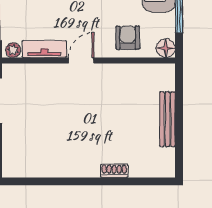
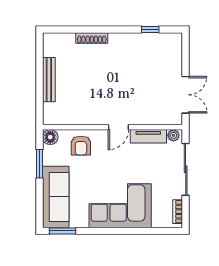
shoe rack: (114, 171) -> (92, 38), width x1.43
window: (42, 181) -> (150, 30), added

